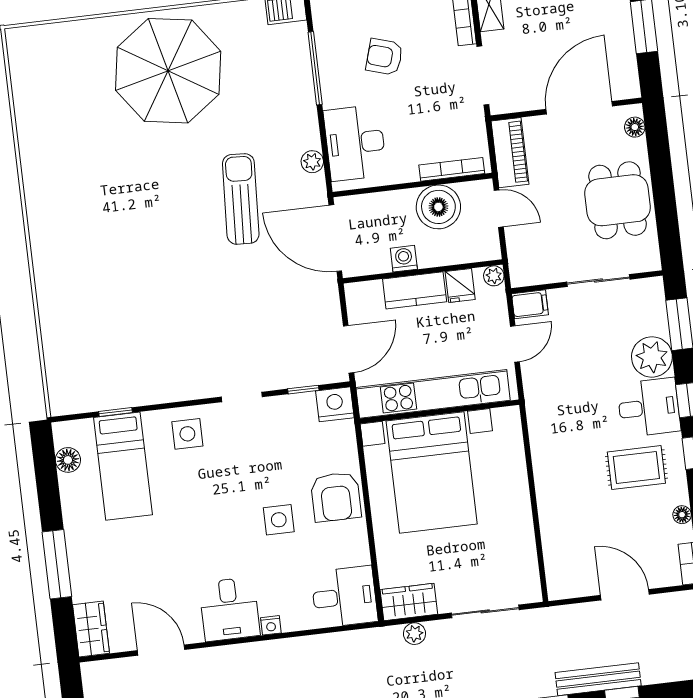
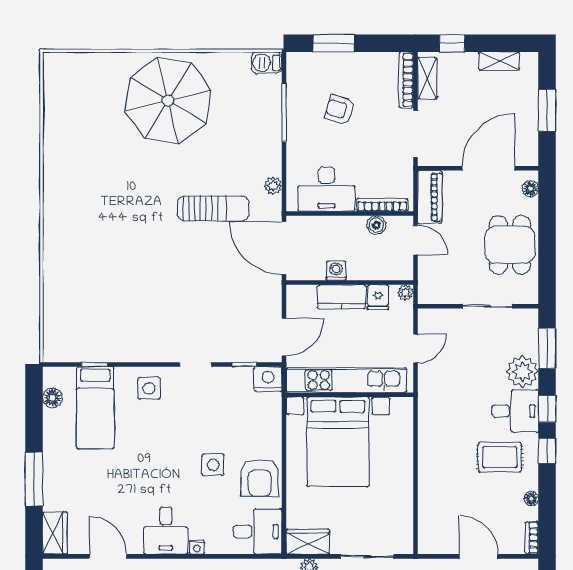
desk: (355, 143) -> (326, 189), moved, turned -90
sun lounger: (241, 199) -> (213, 208), turned 87
boiler: (438, 207) -> (376, 225), width x0.54, depth x0.54
filing cabinet: (530, 304) -> (431, 319), removed
armchair: (336, 497) -> (260, 478), moved

